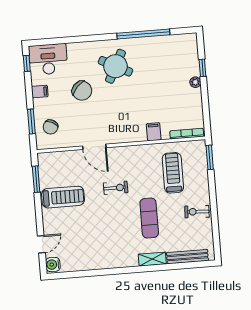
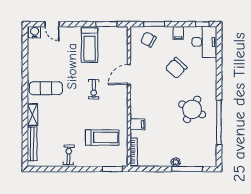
round table: (115, 66) -> (192, 109), moved
window: (202, 68) -> (187, 169), width x2.17
exercise mat: (149, 218) -> (46, 88), moved

